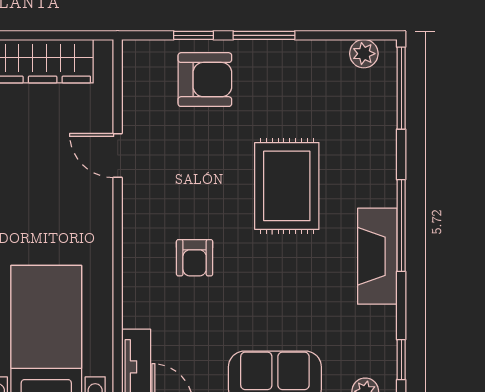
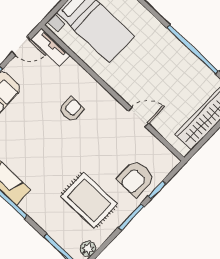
rug: (287, 186) -> (89, 200), moved
armchair: (195, 258) -> (71, 109), turned 90

